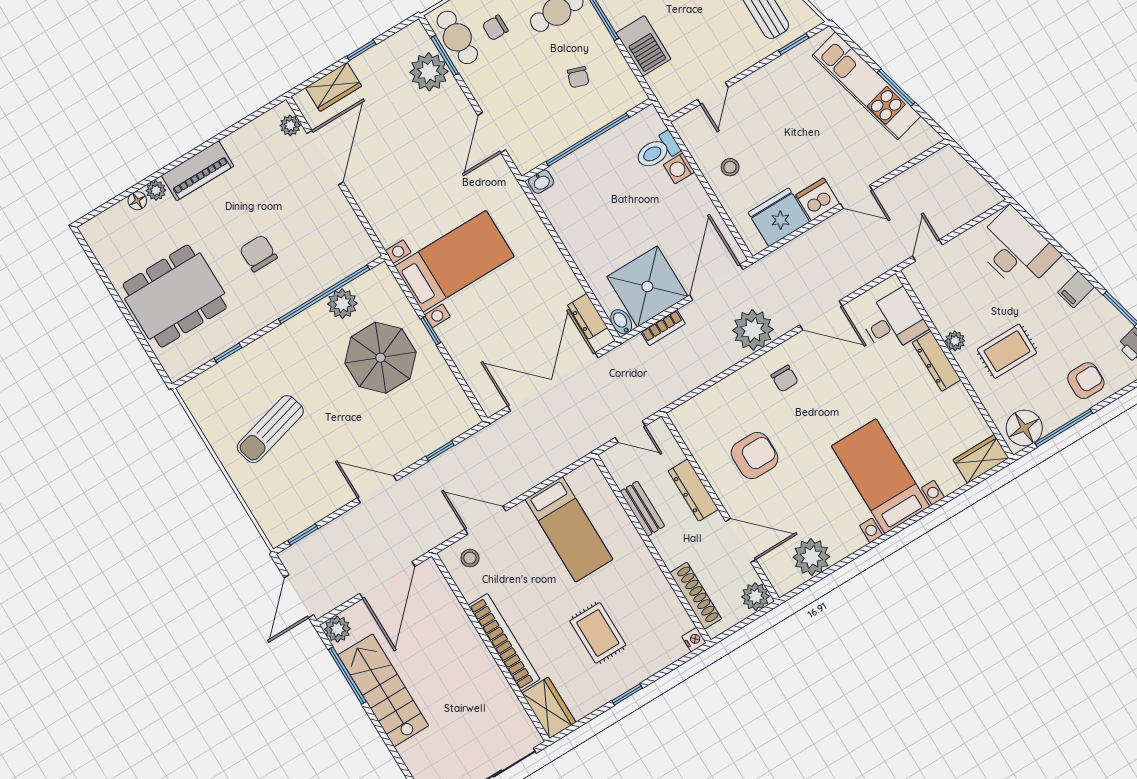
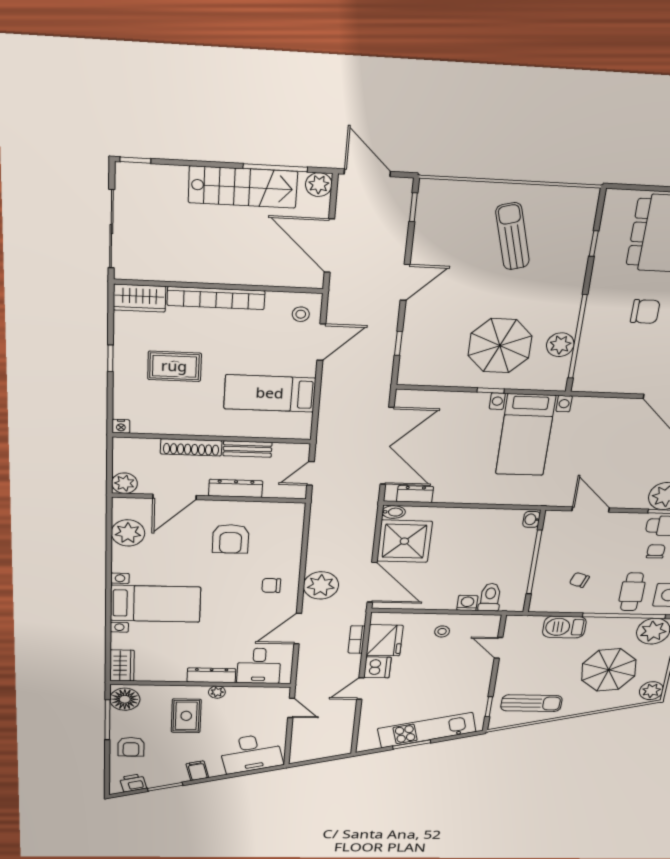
bookcase: (663, 328) -> (357, 640), moved
shoe rack: (696, 596) -> (191, 447), moved

